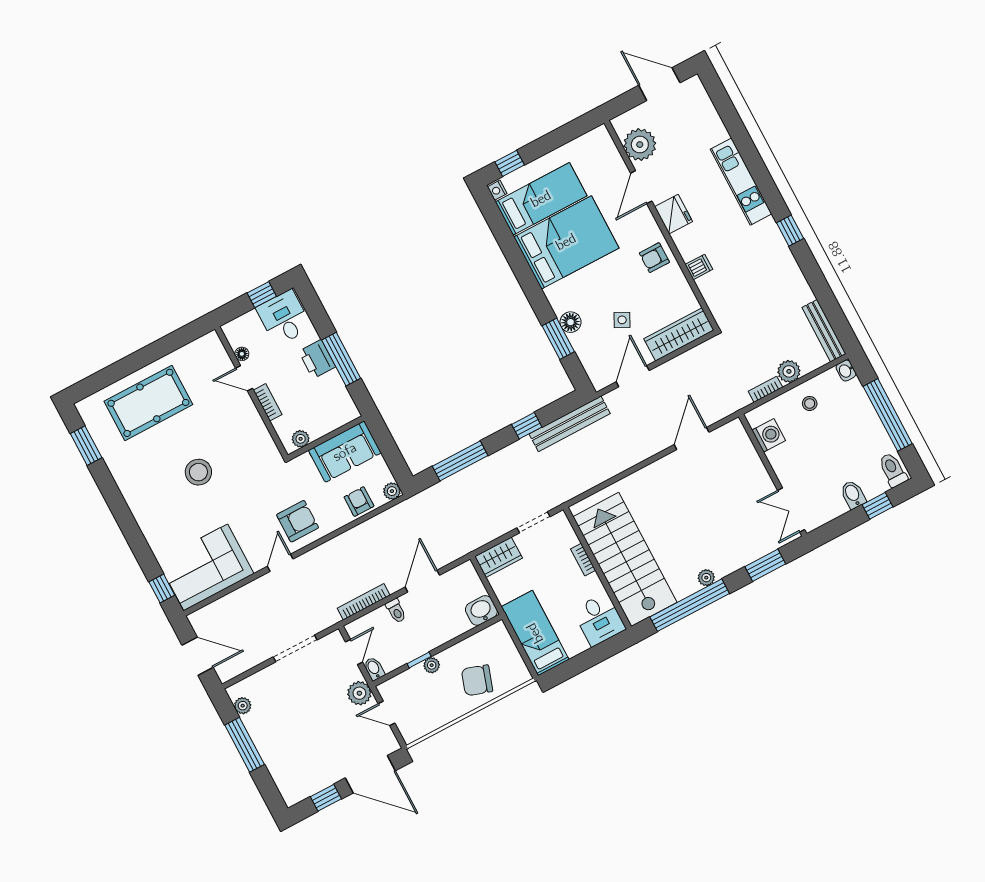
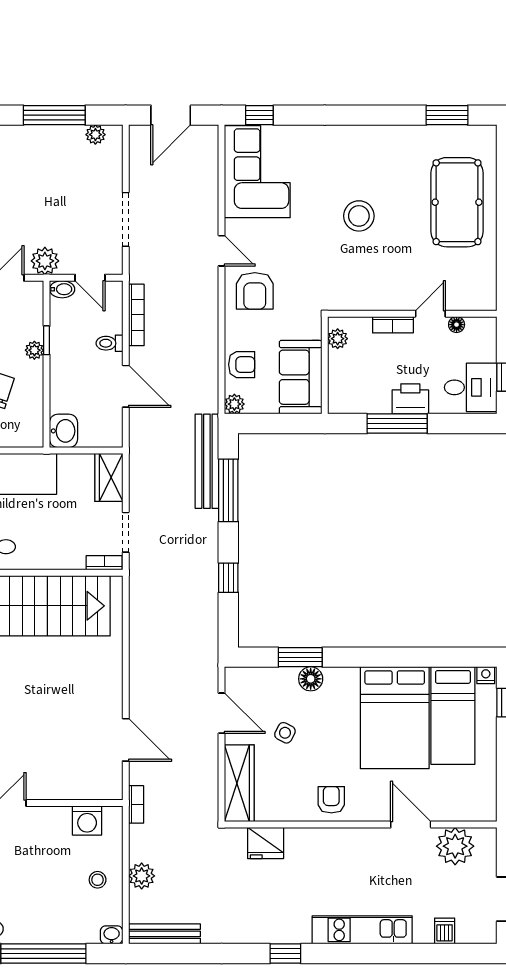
fridge: (673, 214) -> (266, 843), moved
dishwasher: (699, 267) -> (445, 931), moved, turned 180
bookcase: (765, 389) -> (136, 804), moved
bench: (570, 424) -> (207, 461), moved
bookcase: (583, 560) -> (104, 563), moved

